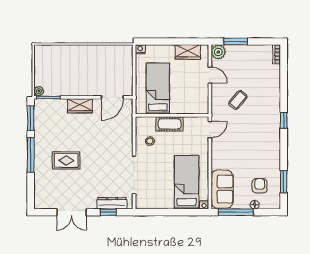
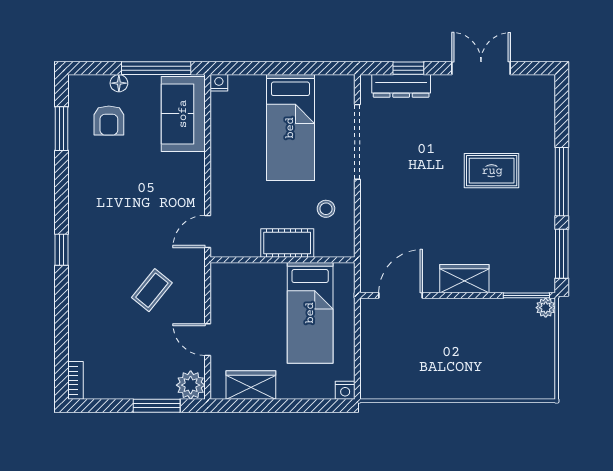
bed: (187, 182) -> (290, 128), moved

